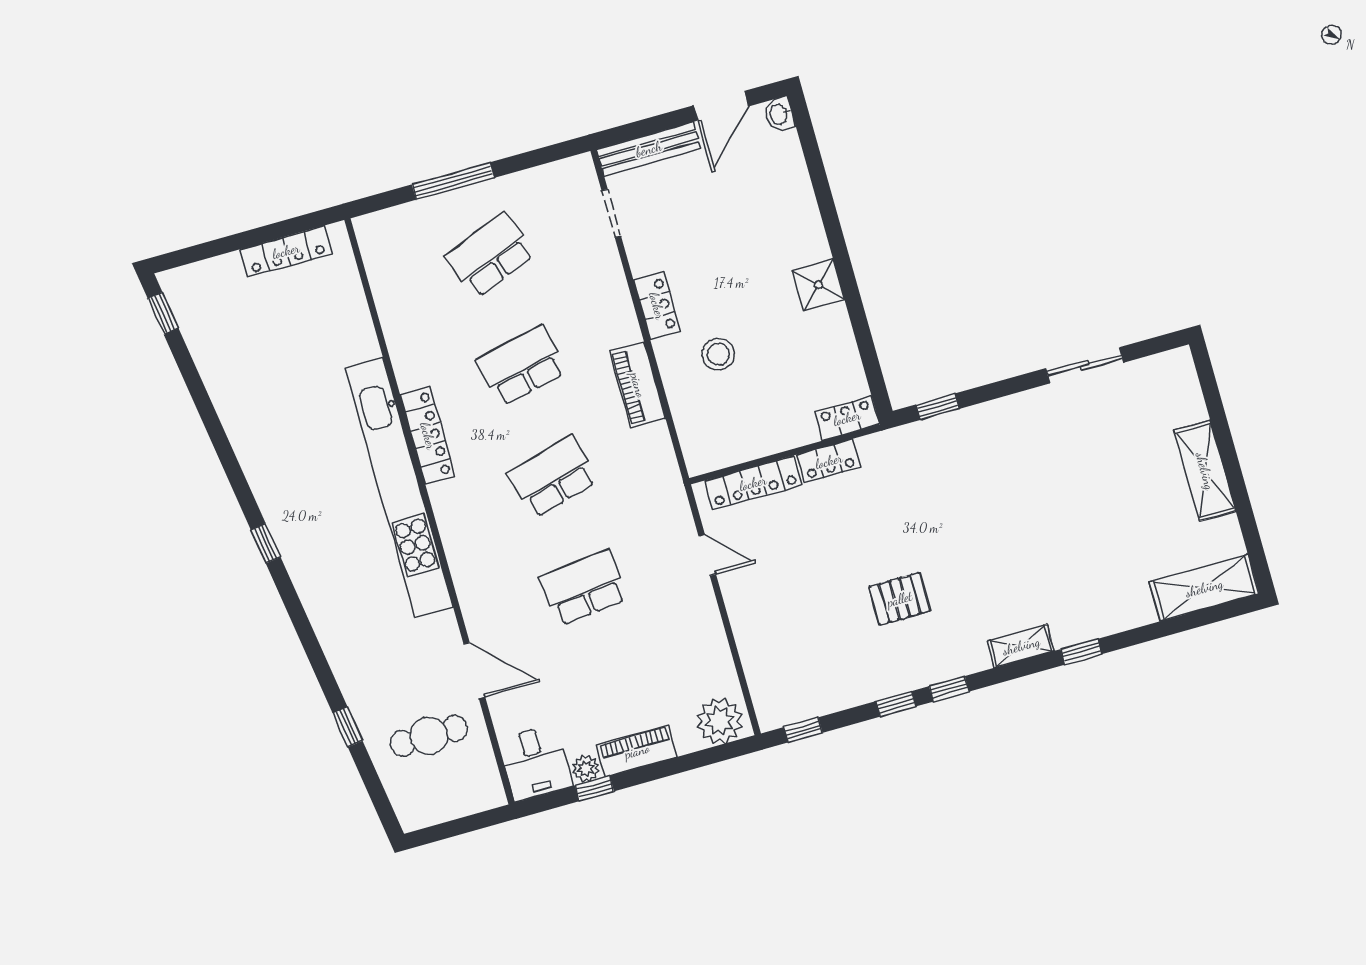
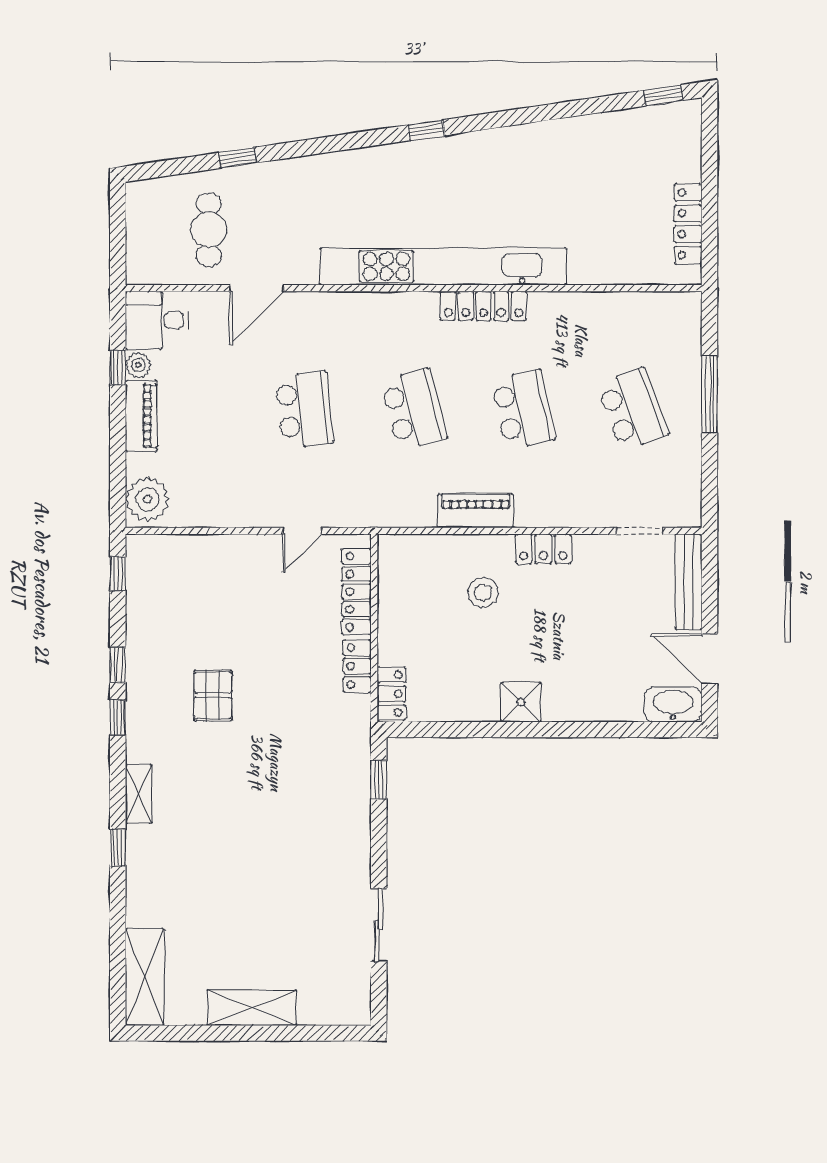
washbasin: (779, 114) -> (673, 704), width x1.91, depth x1.45

